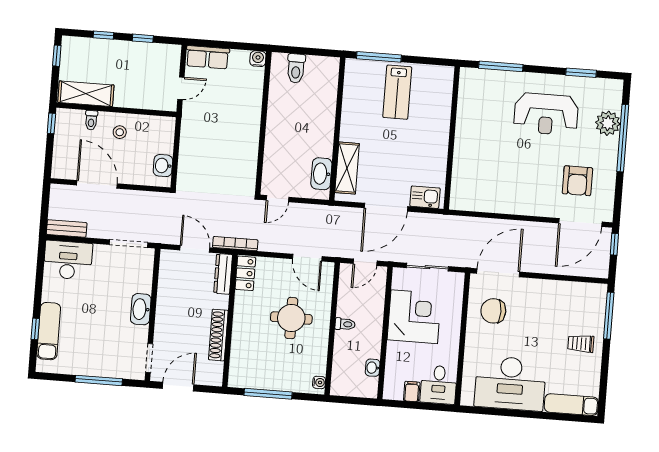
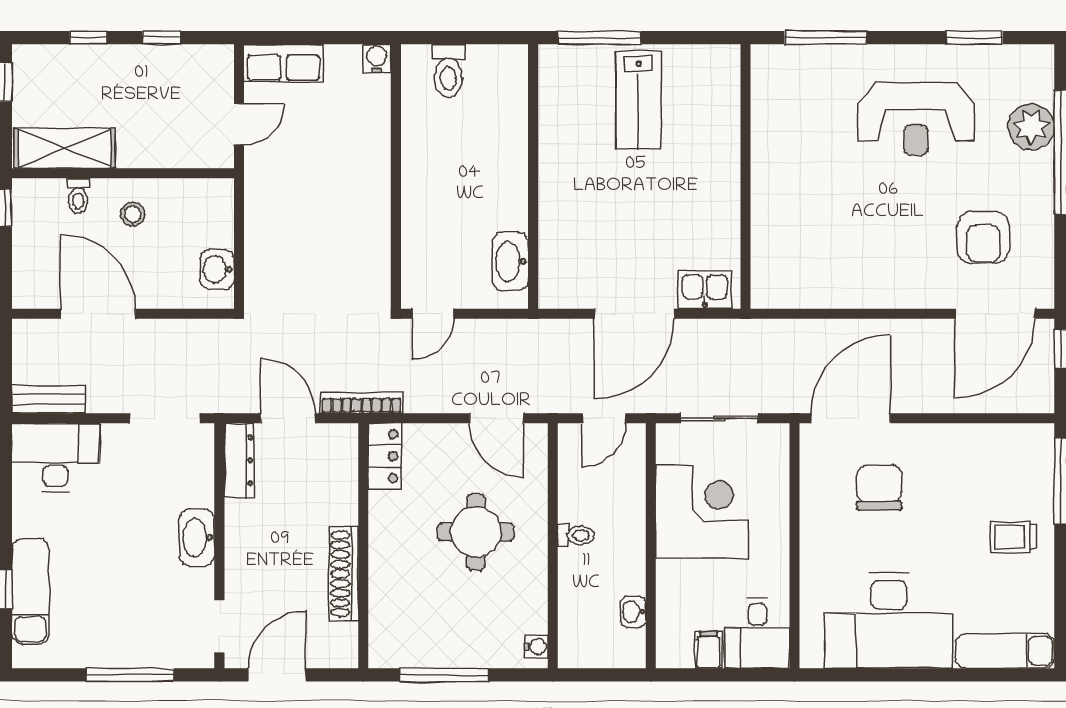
shelving: (347, 168) -> (557, 247), removed
dresser: (223, 274) -> (239, 460), moved, turned 180
chair: (493, 311) -> (879, 488), moved, turned 90

